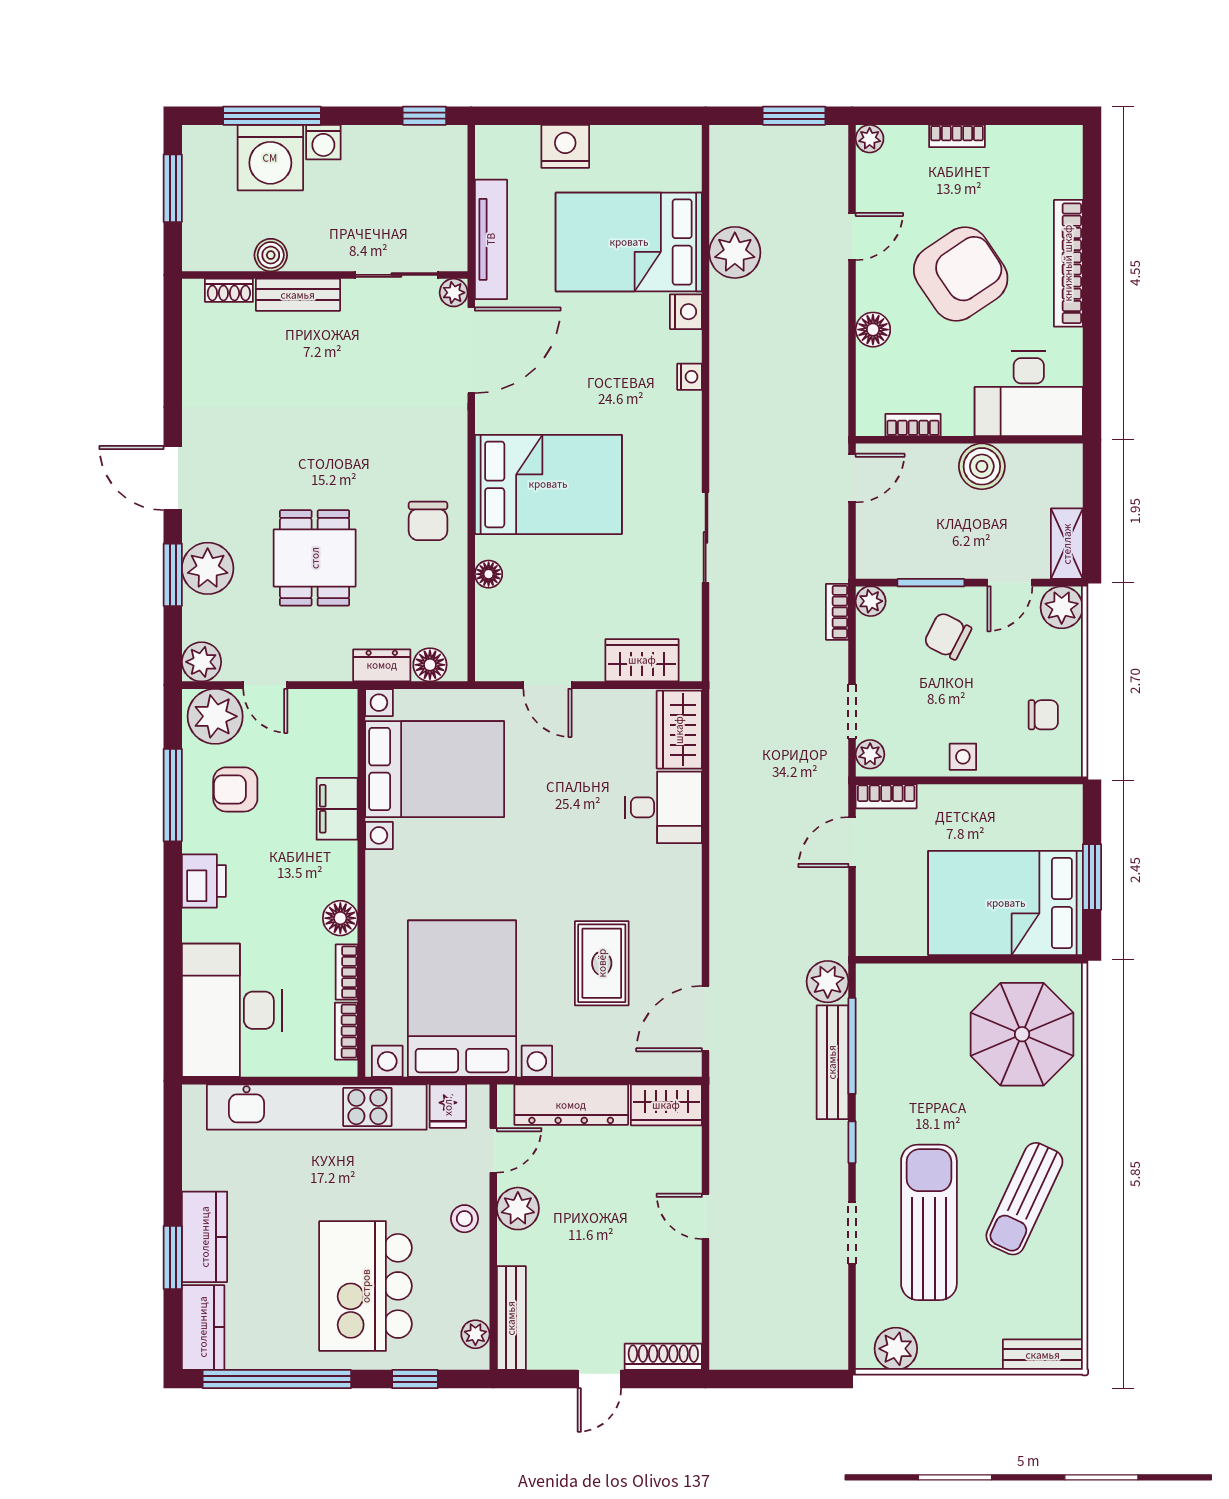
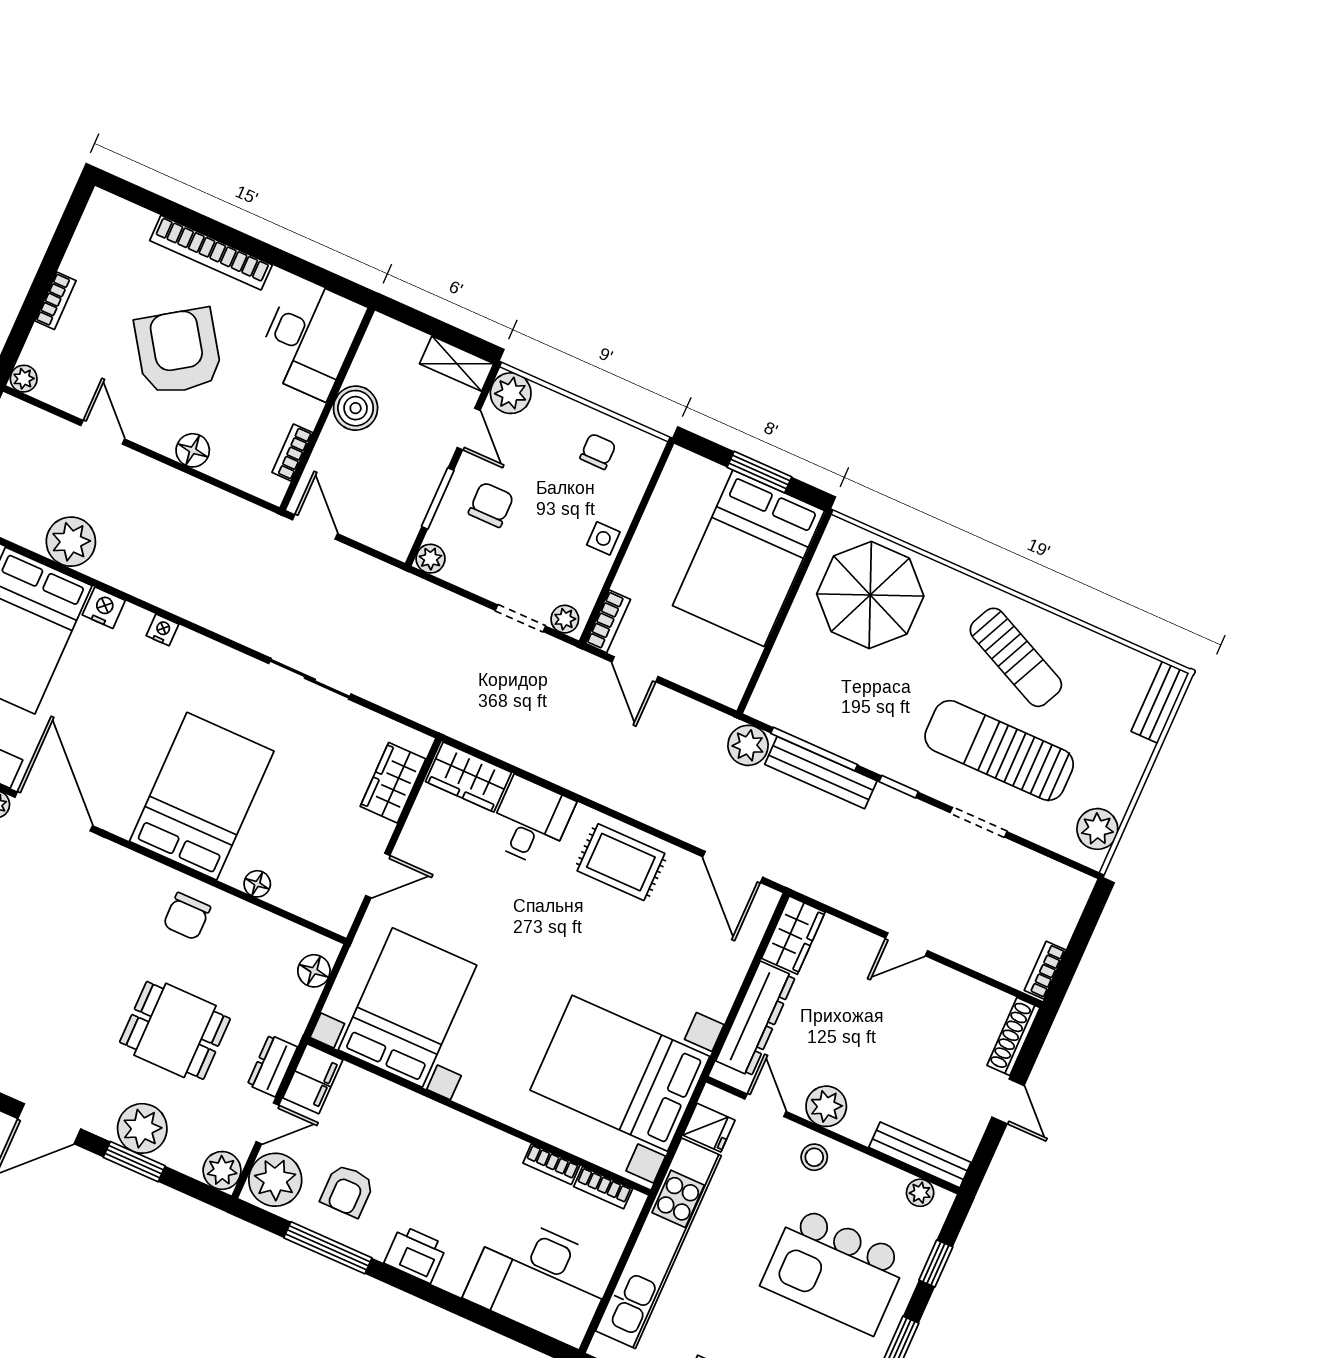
chair: (428, 521) -> (187, 916), turned 90
bookcase: (837, 612) -> (1045, 970), moved, turned 90
chair: (948, 636) -> (491, 505), turned 153
dresser: (382, 665) -> (272, 1066), moved
filing cabinet: (337, 809) -> (313, 1079), moved, turned -90
floor lamp: (340, 918) -> (502, 1149), removed
rug: (602, 963) -> (621, 862), moved

